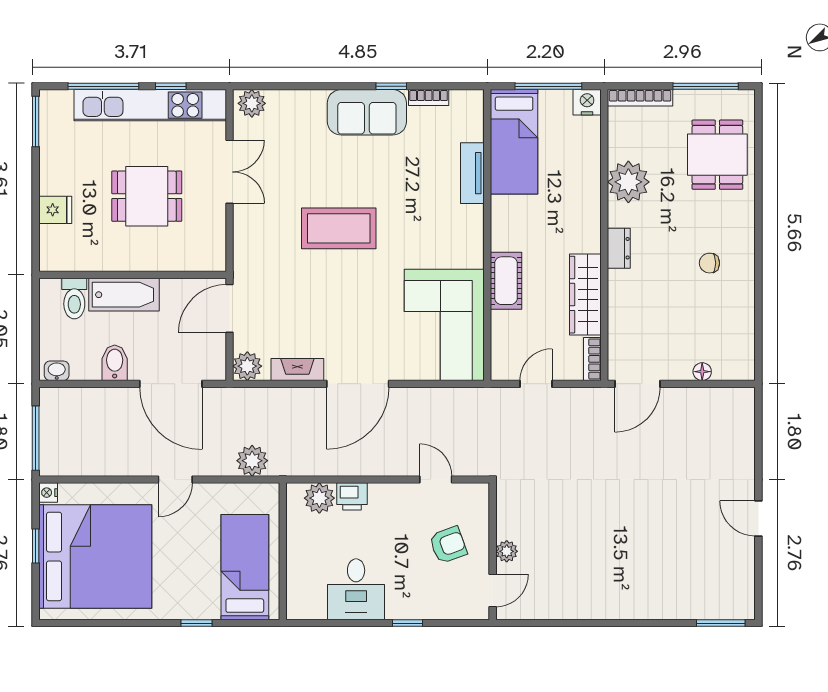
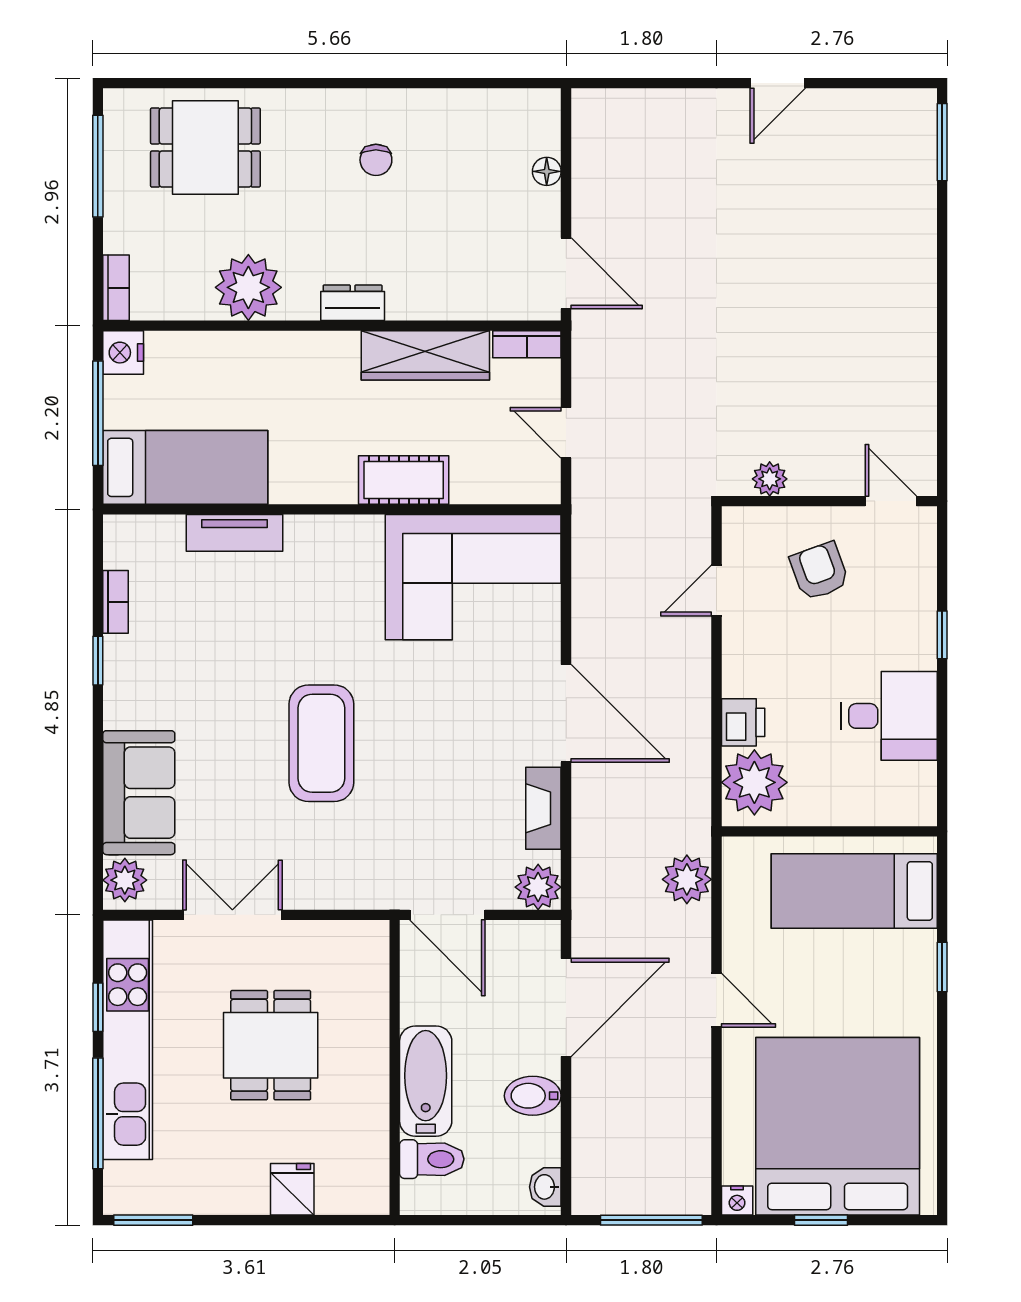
bookcase: (640, 98) -> (116, 288), width x0.64
sofa: (367, 112) -> (139, 793), moved
plant: (319, 498) -> (754, 782), width x1.36, depth x1.36
plant: (507, 551) -> (770, 479), moved

